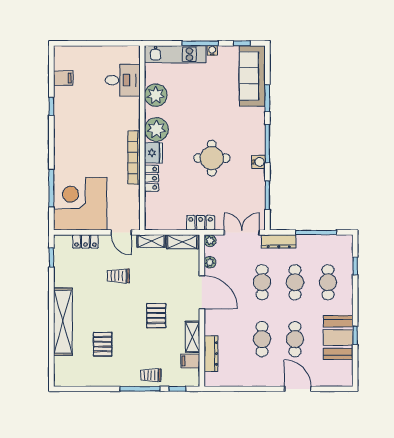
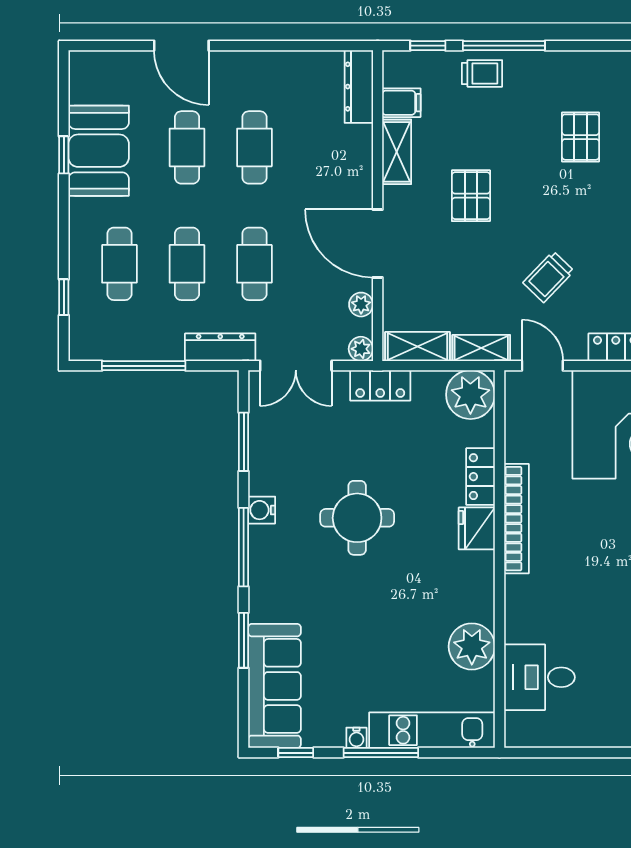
plant: (156, 129) -> (470, 395), moved
trolley: (118, 276) -> (549, 277), turned 134
dresser: (211, 354) -> (359, 87), moved

